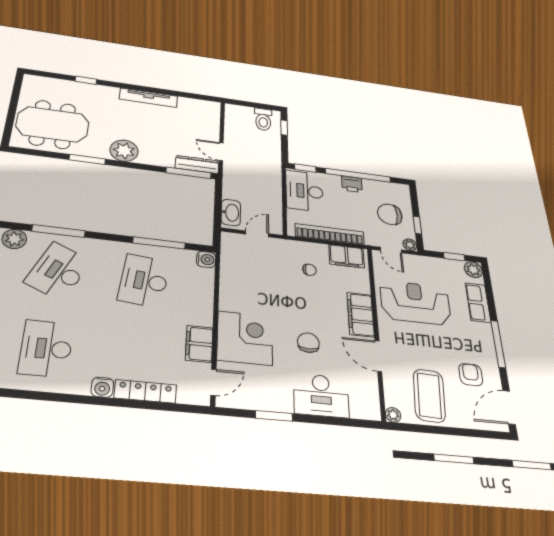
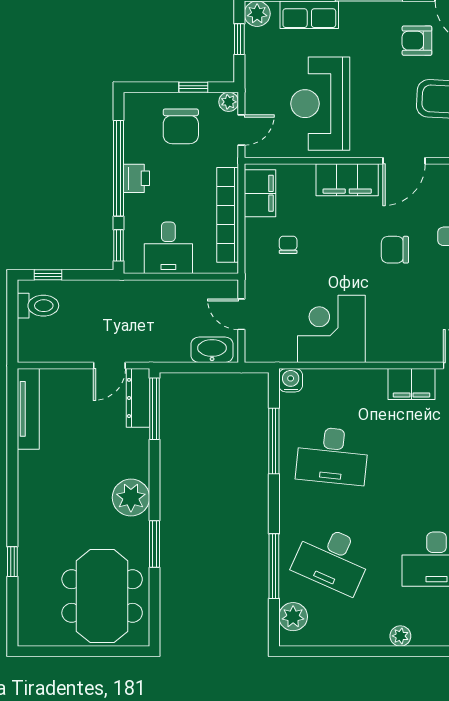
tv unit: (149, 98) -> (28, 409), moved
desk: (304, 191) -> (168, 248), width x0.73
corner desk: (245, 338) -> (331, 329), moved

